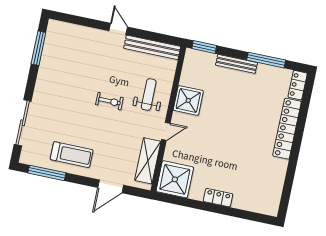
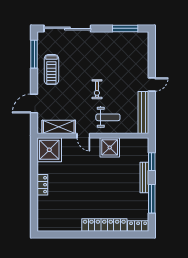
window: (204, 47) -> (152, 162), moved
sliding door: (23, 123) -> (67, 28), width x1.36
door: (111, 186) -> (34, 103), hinge flipped

